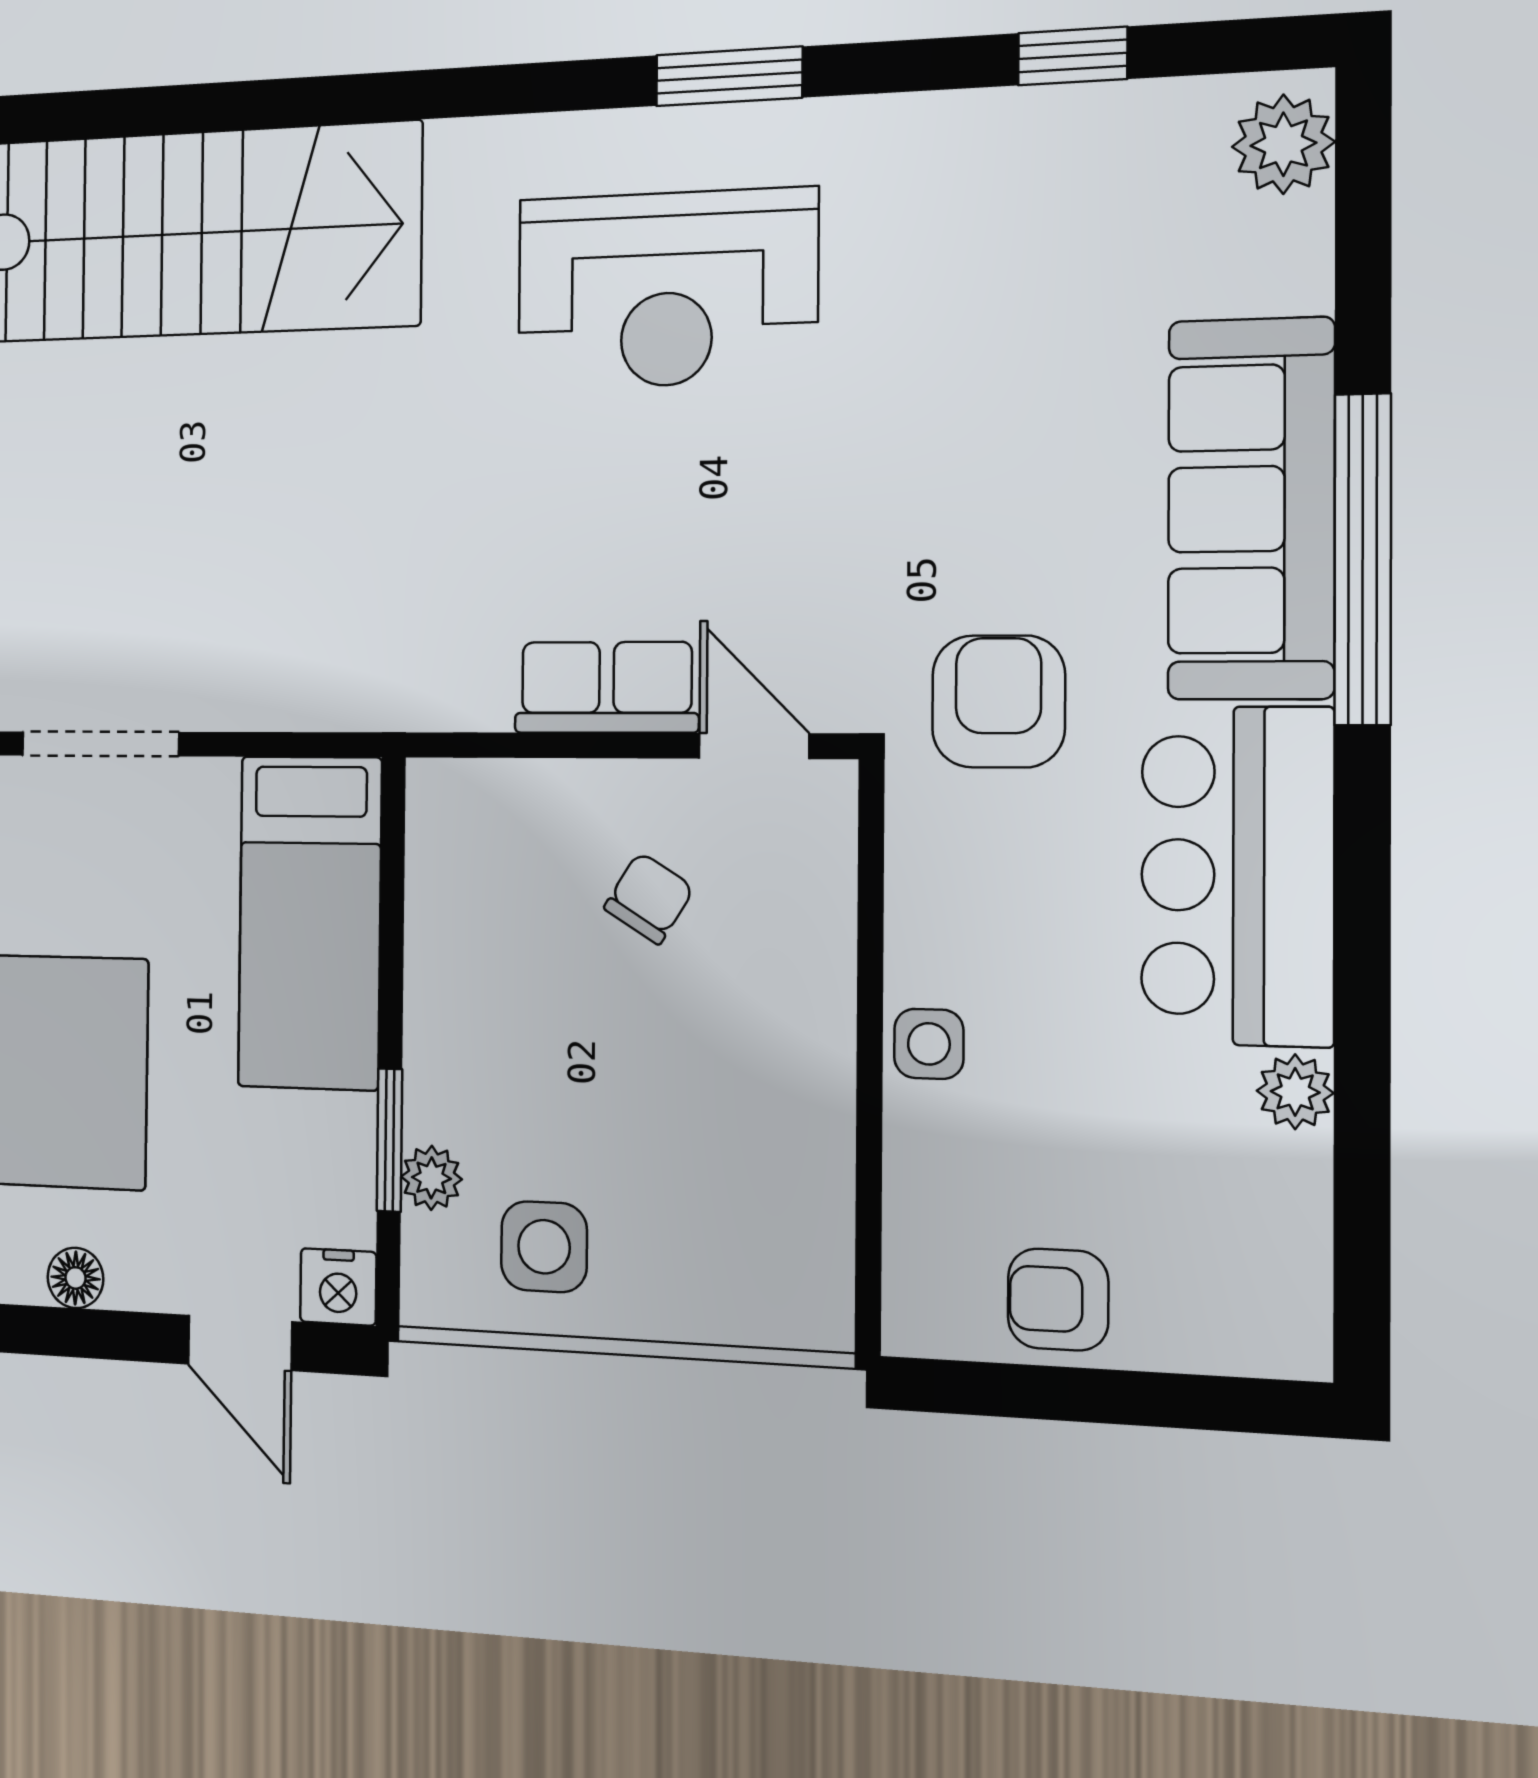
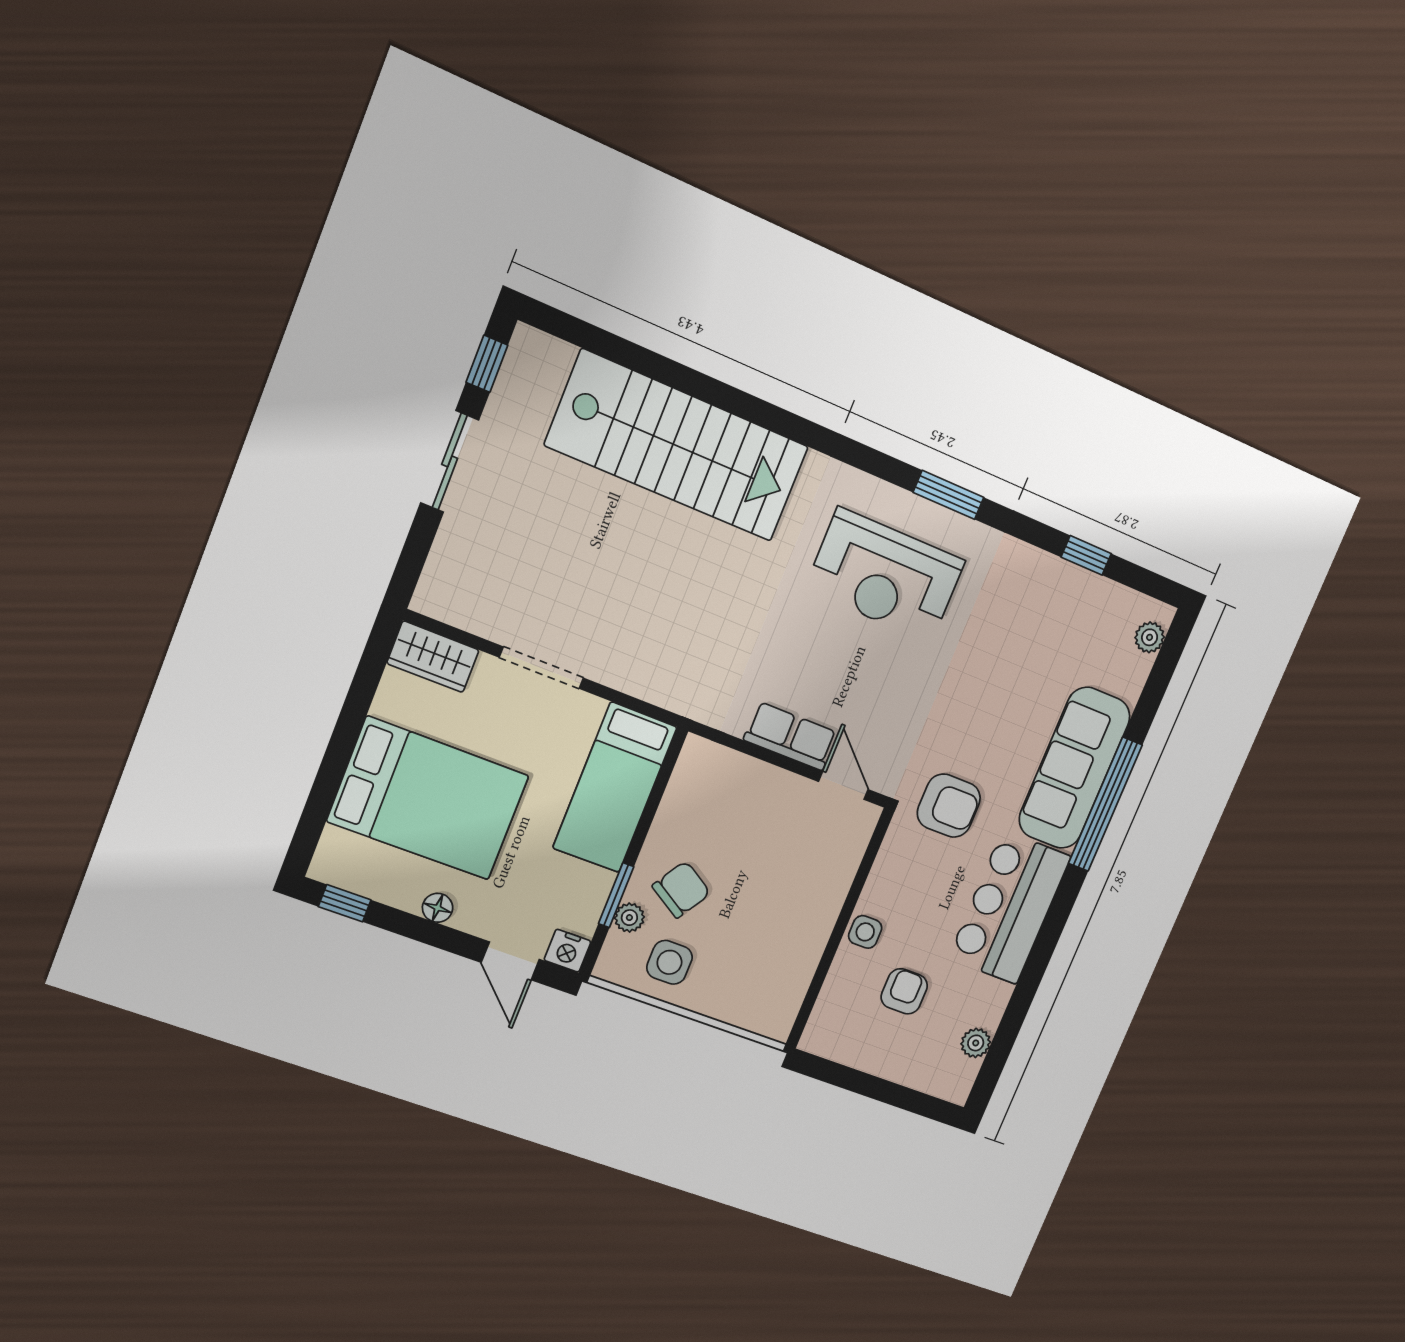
plant: (1283, 144) -> (1150, 637), width x0.73, depth x0.73
armchair: (998, 702) -> (949, 806), turned 90
chair: (649, 898) -> (681, 890), moved, width x1.37, depth x1.37
plant: (1295, 1092) -> (976, 1043), moved
armchair: (1058, 1299) -> (904, 991), moved, turned 90

